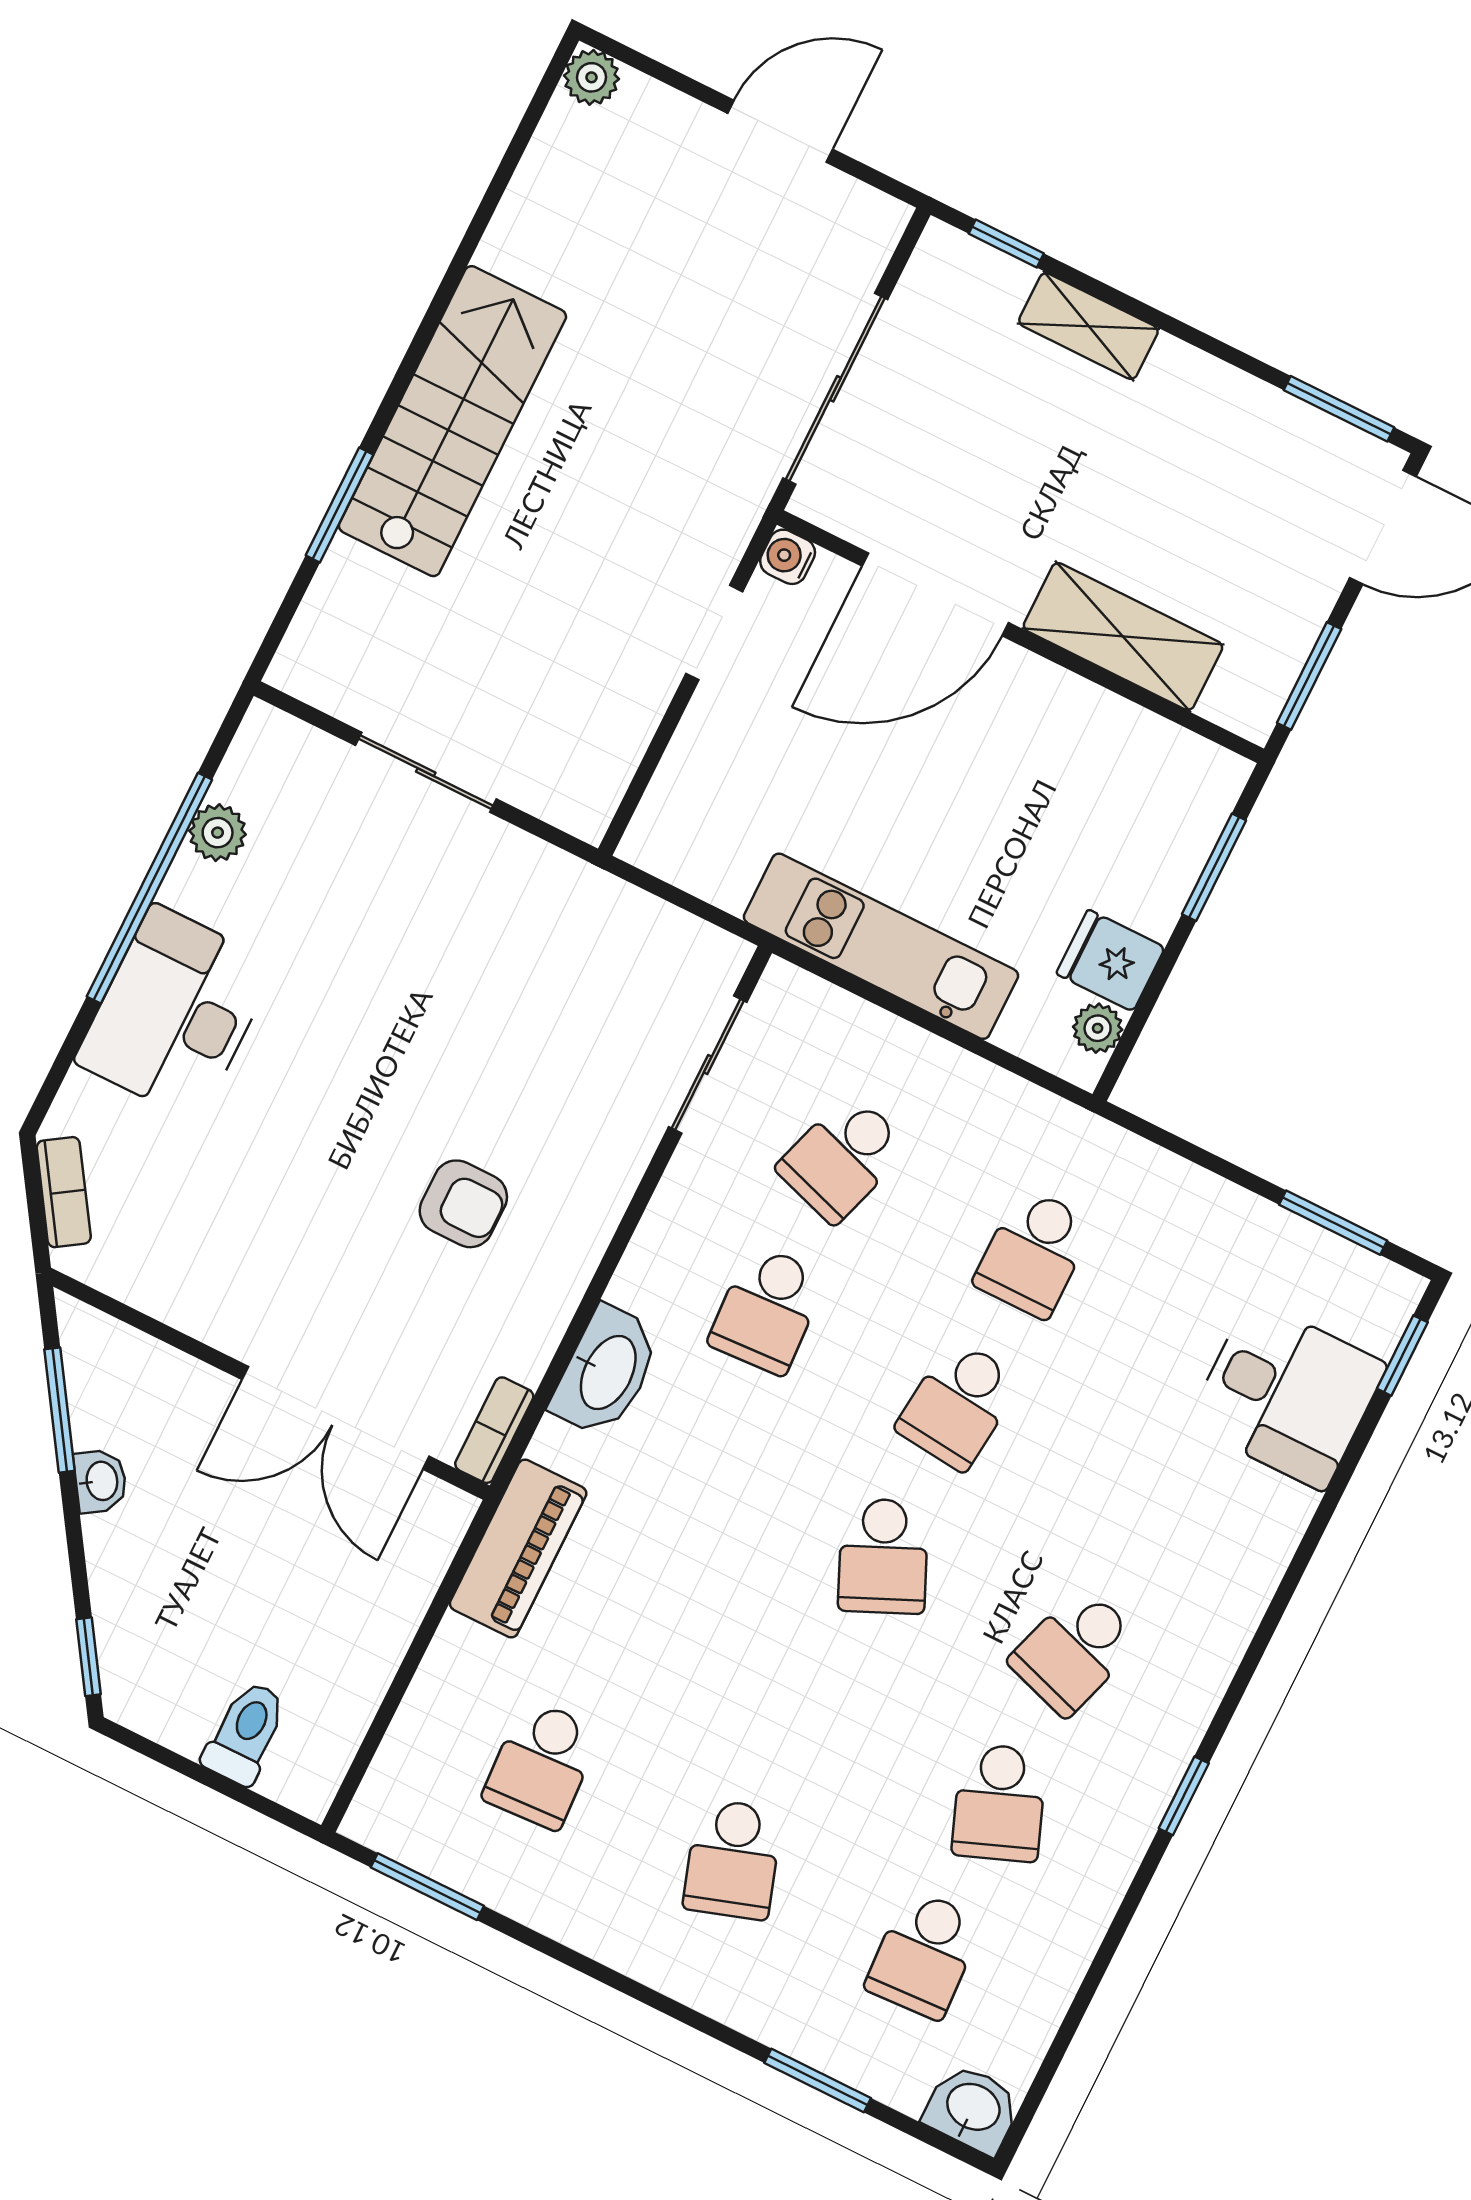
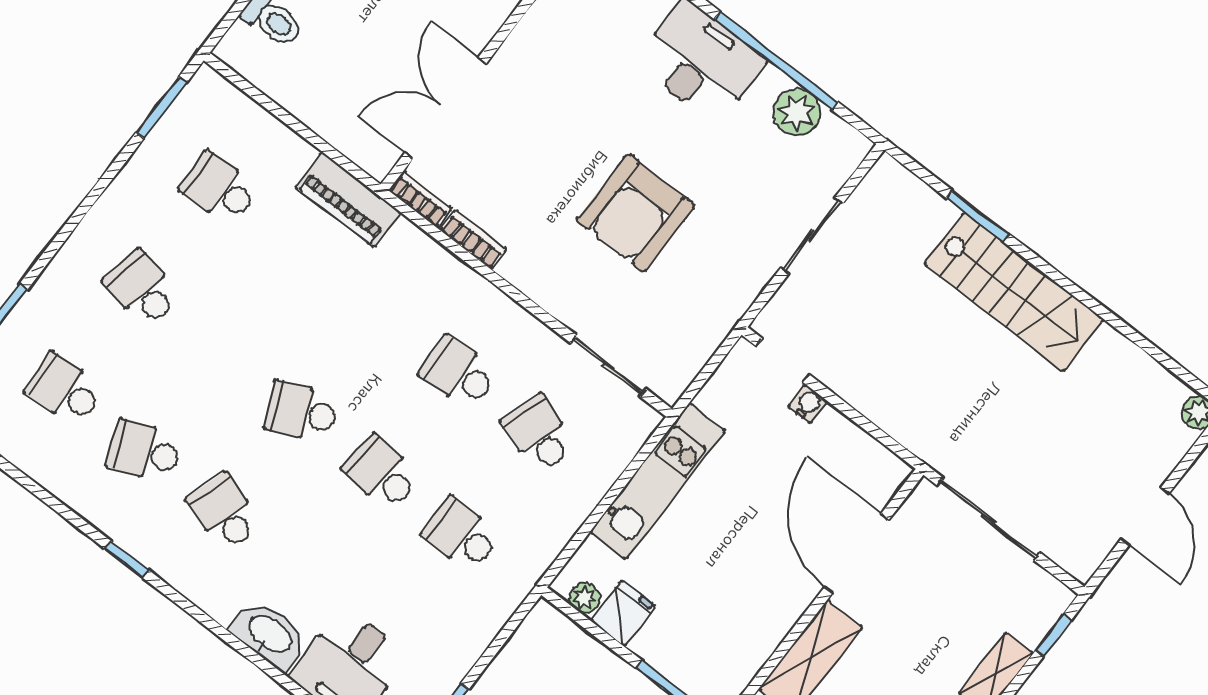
water cooler: (788, 557) -> (808, 404), moved
doorway: (714, 633) -> (783, 360), moved
plant: (218, 833) -> (797, 112), width x1.38, depth x1.38
armchair: (463, 1204) -> (636, 213), moved, width x1.88, depth x1.88
bookcase: (543, 1329) -> (473, 239), added
washbasin: (606, 1372) -> (269, 635), moved, turned 180
school desk: (733, 1859) -> (142, 289), turned 30

